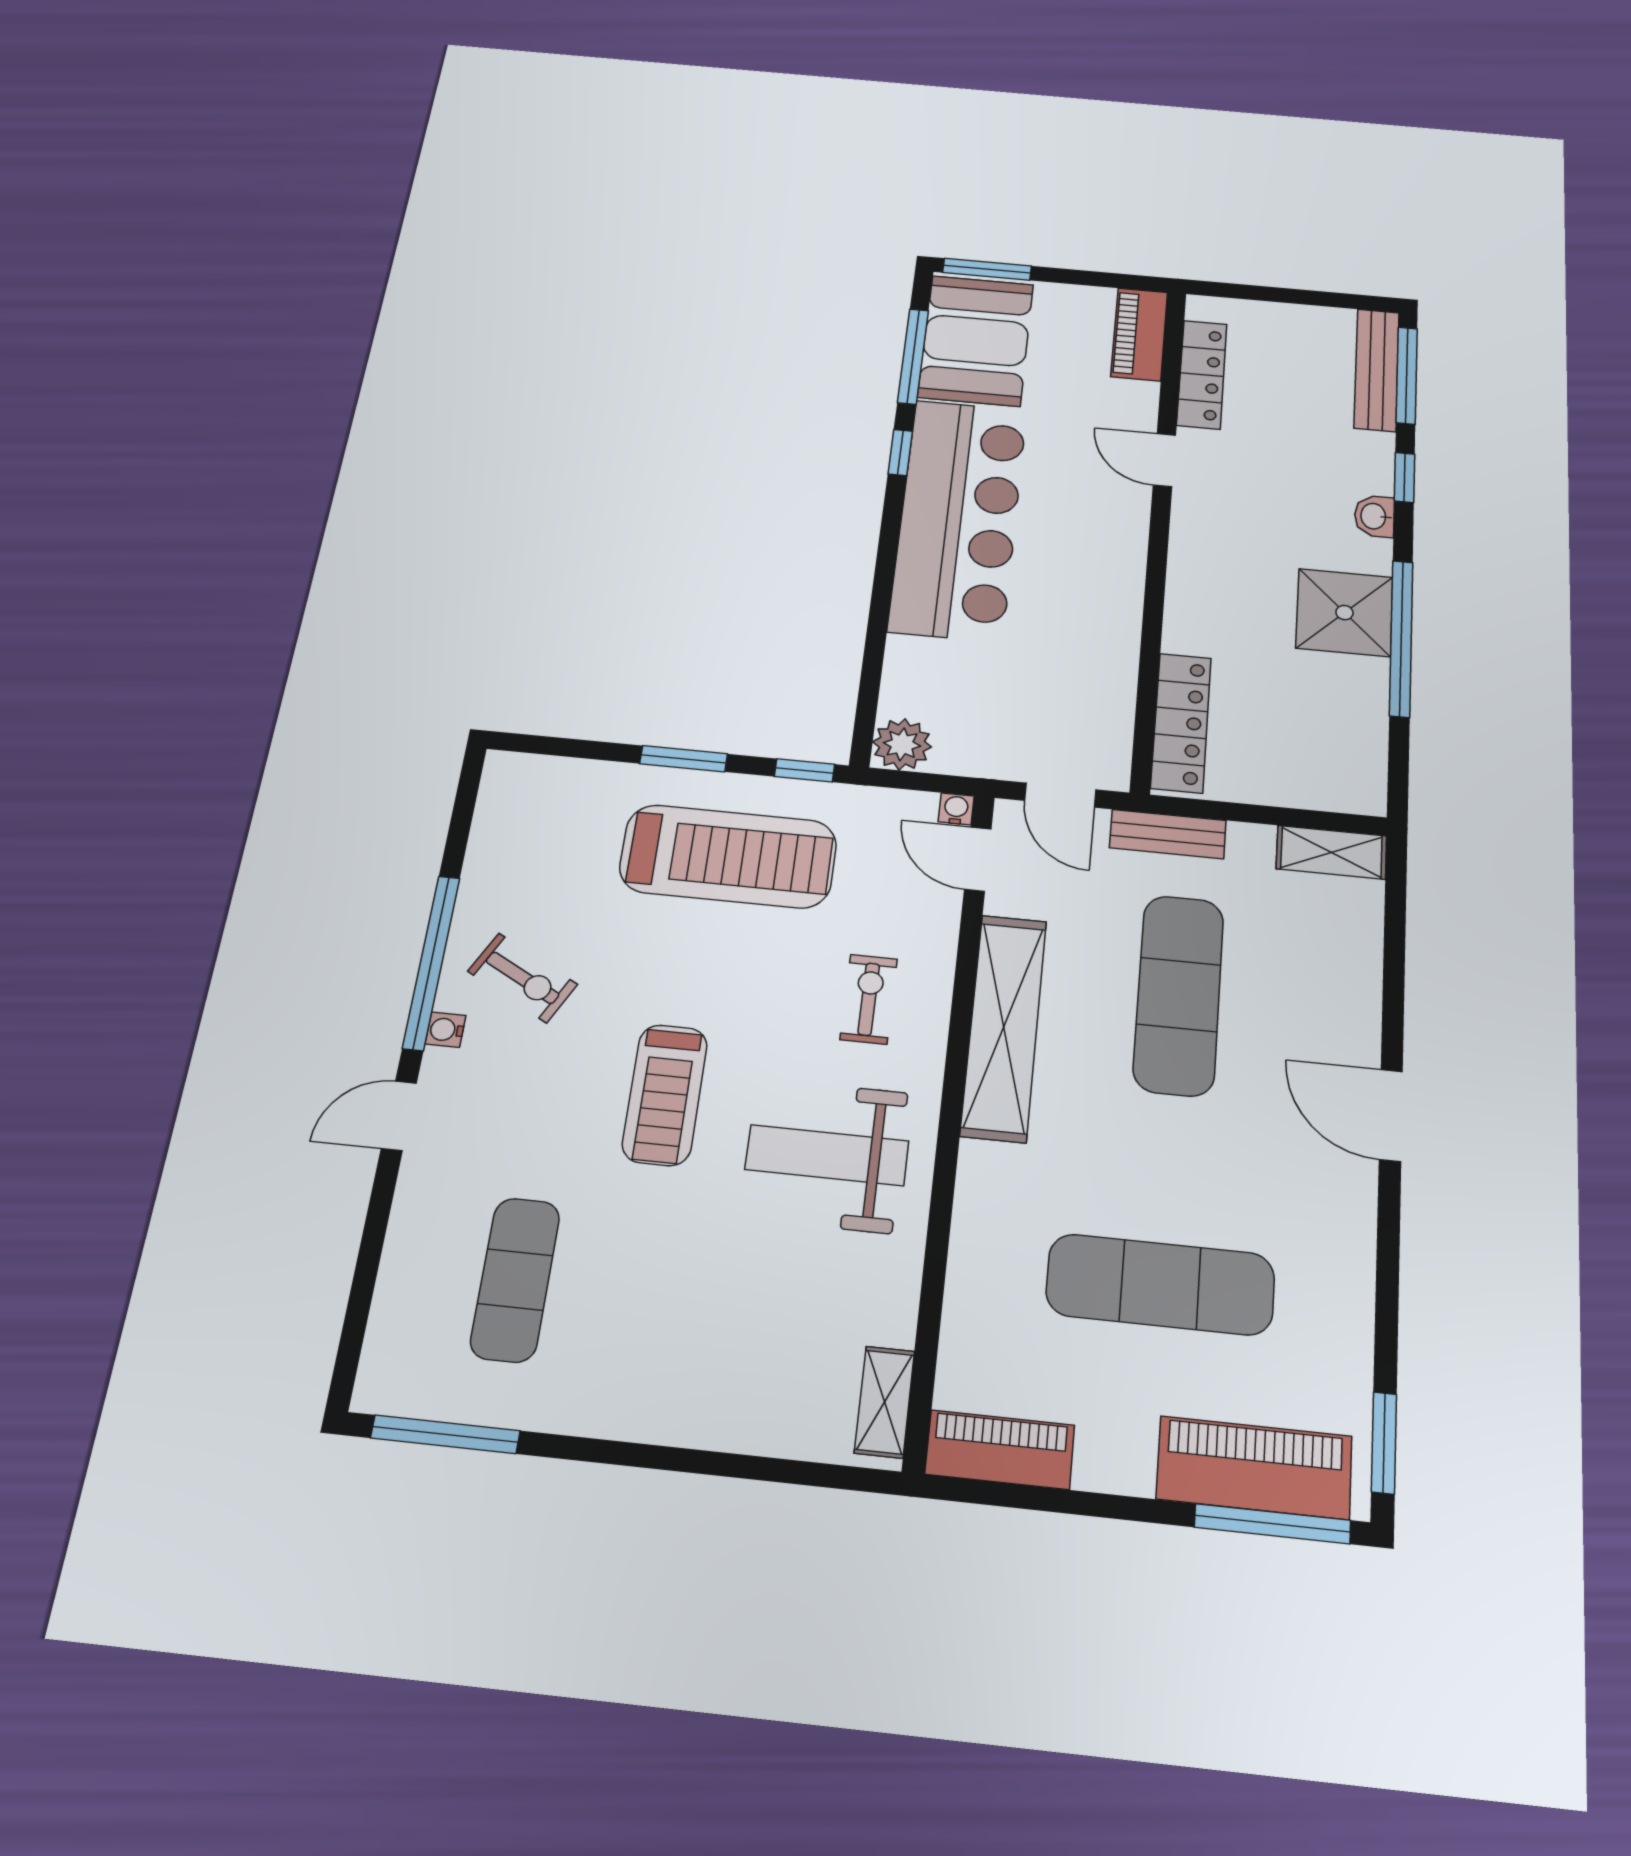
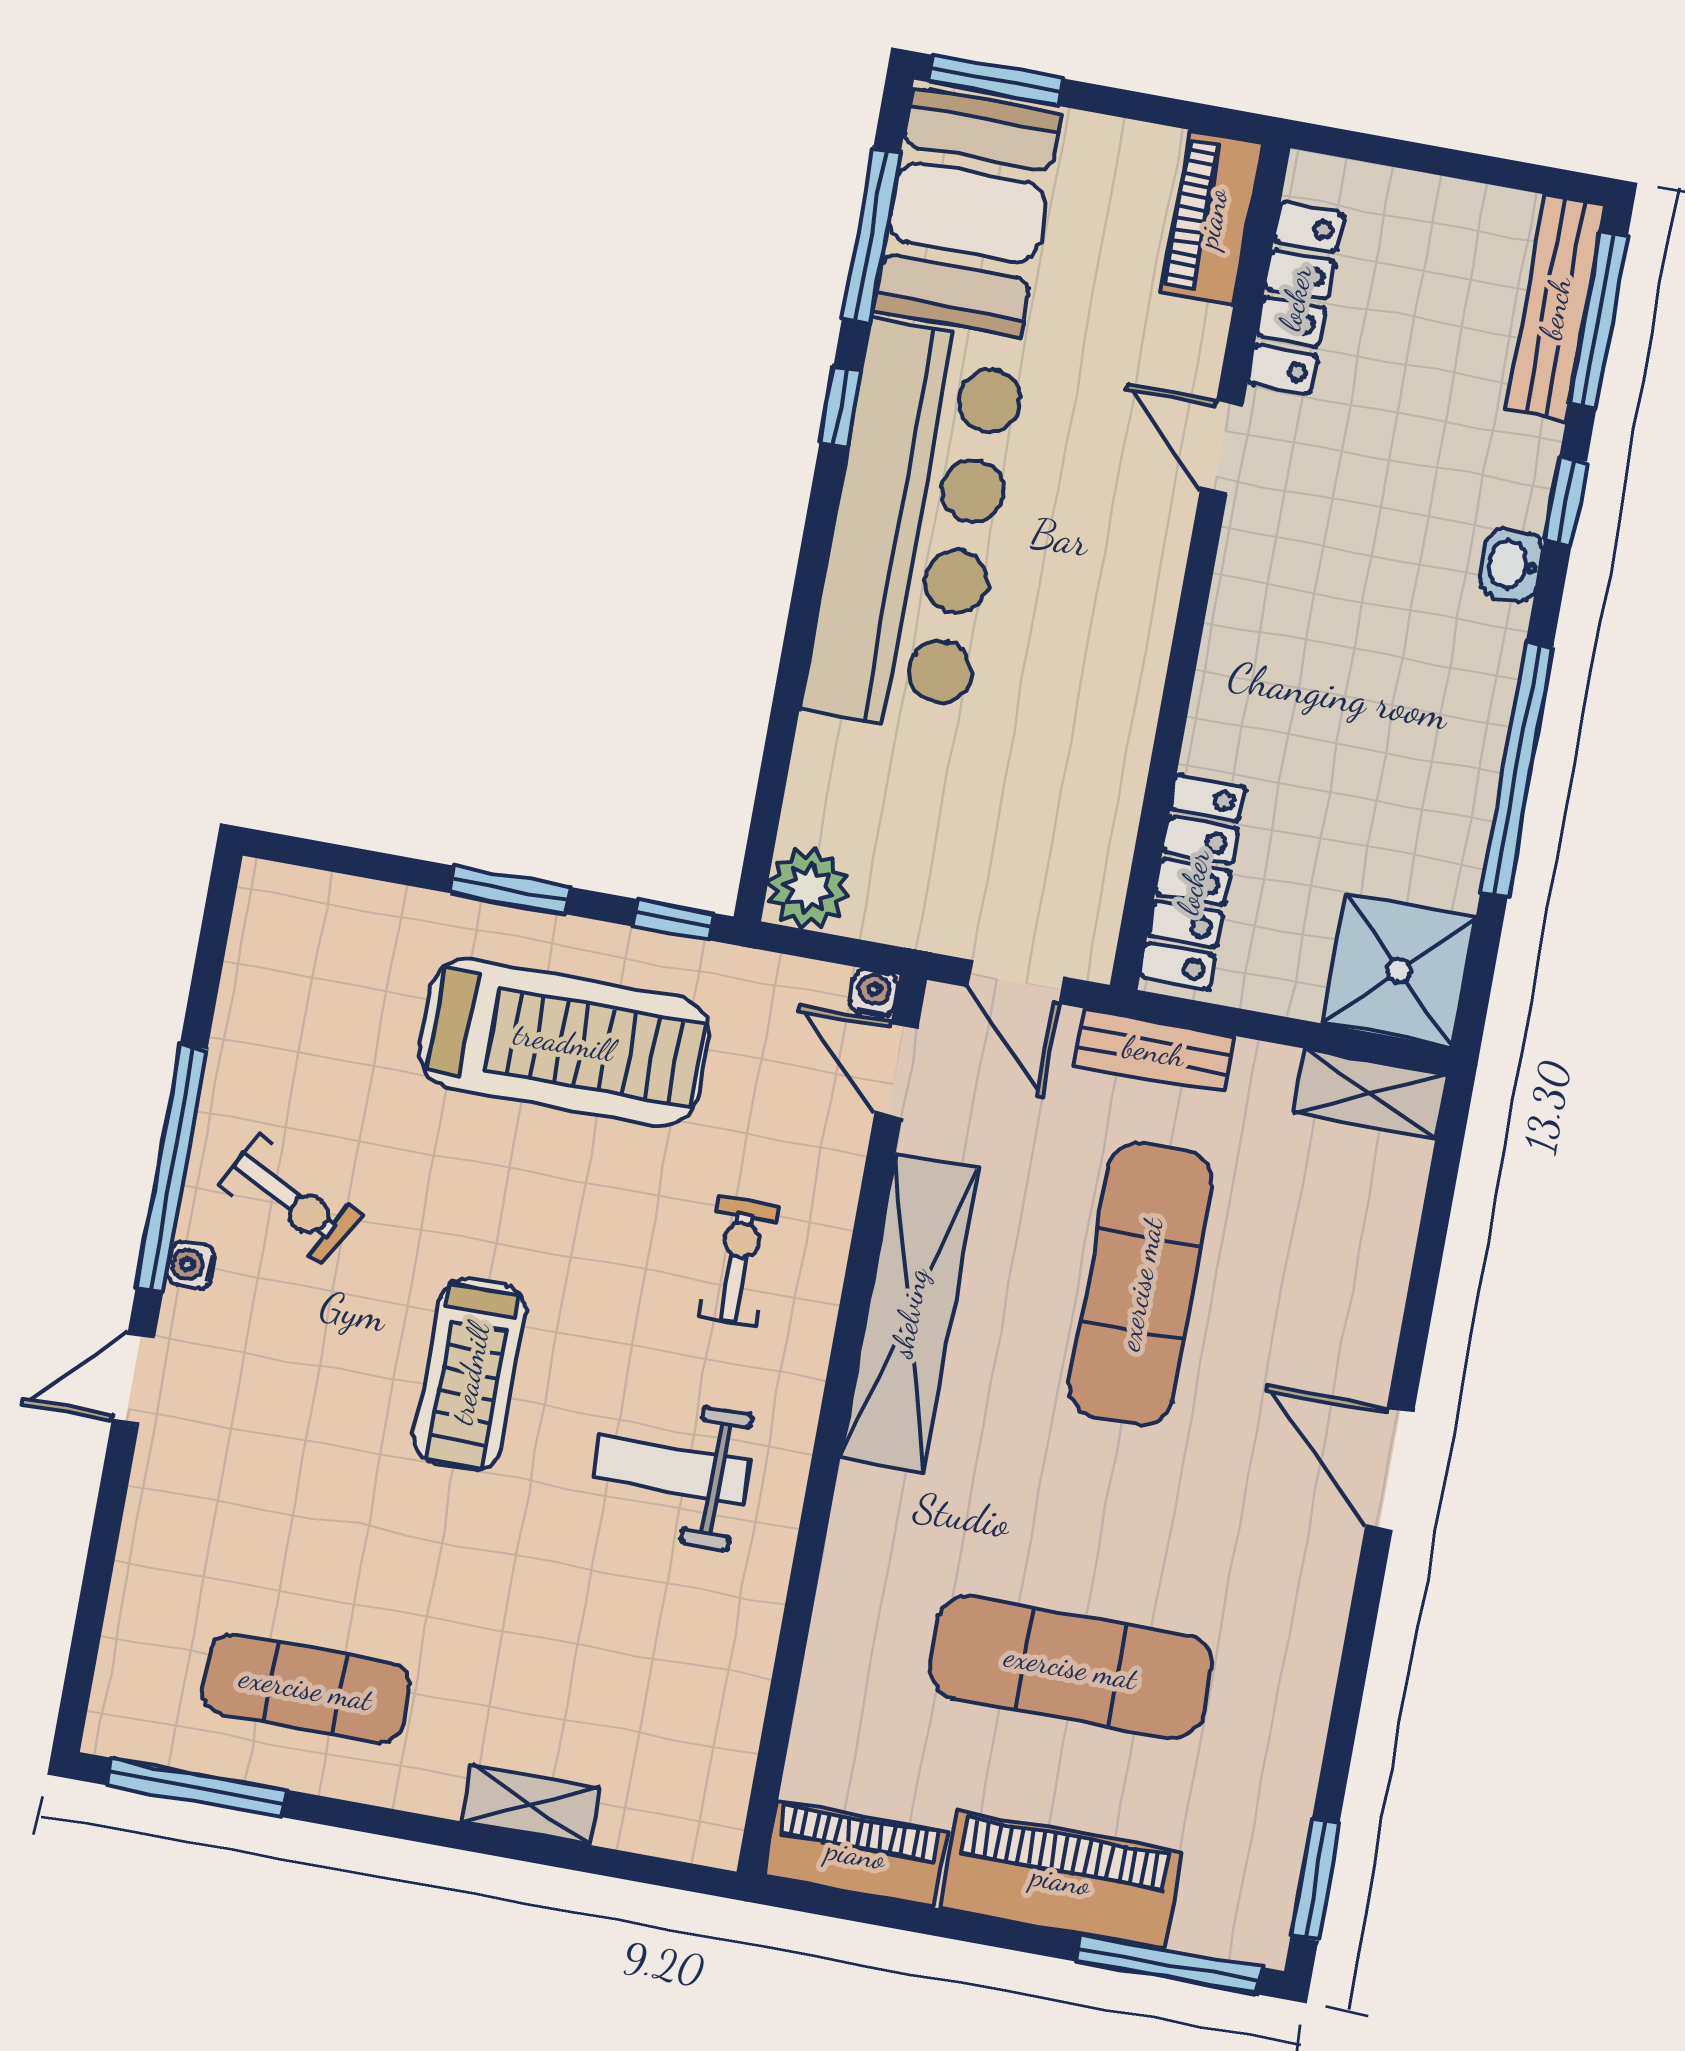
shower: (1344, 613) -> (1399, 970), moved
weight bench: (827, 1155) -> (671, 1470), width x0.73, depth x0.75
exercise mat: (515, 1279) -> (306, 1688), moved, turned 90
shelving: (884, 1402) -> (531, 1804), moved, turned 90
piano: (1254, 1468) -> (1061, 1880), moved

